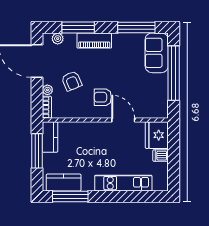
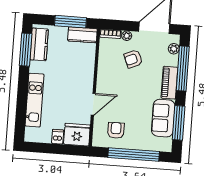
window: (78, 27) -> (183, 69), width x1.46
sofa: (157, 53) -> (163, 118), moved, turned -90
armchair: (103, 97) -> (116, 130), moved

